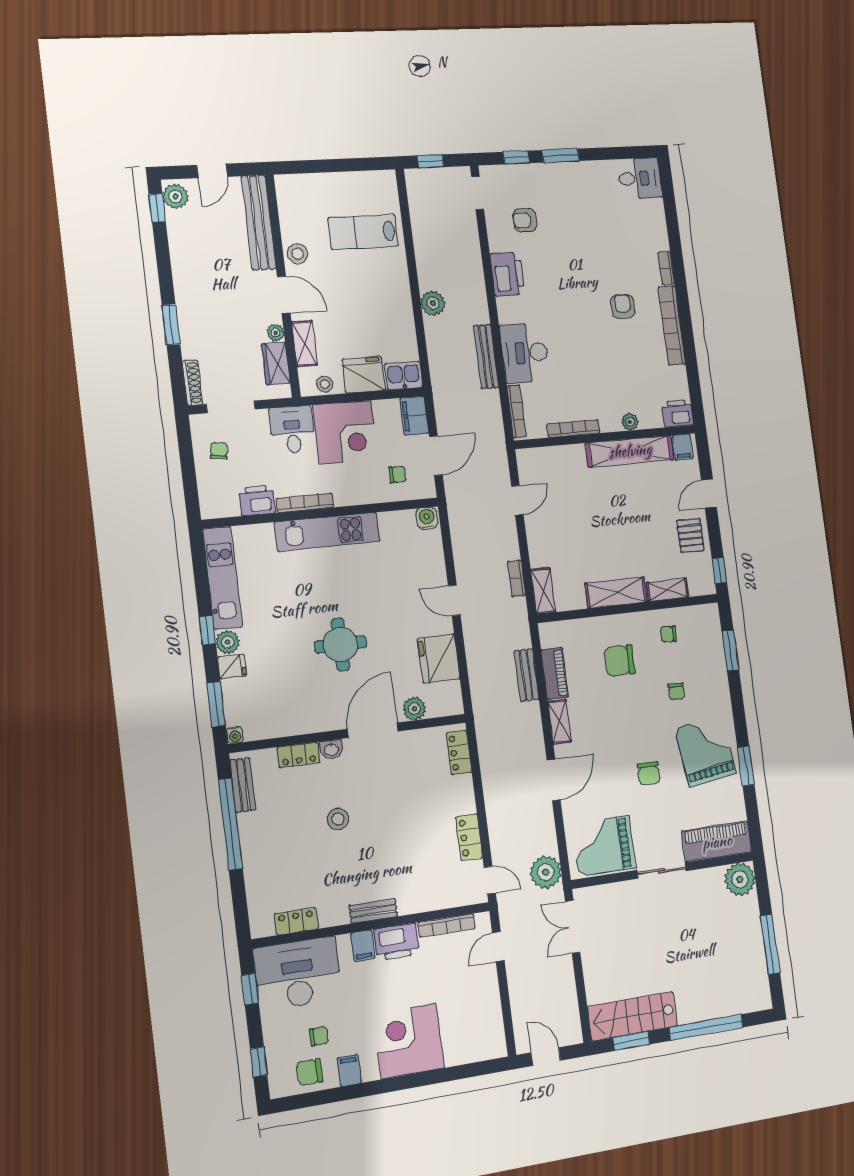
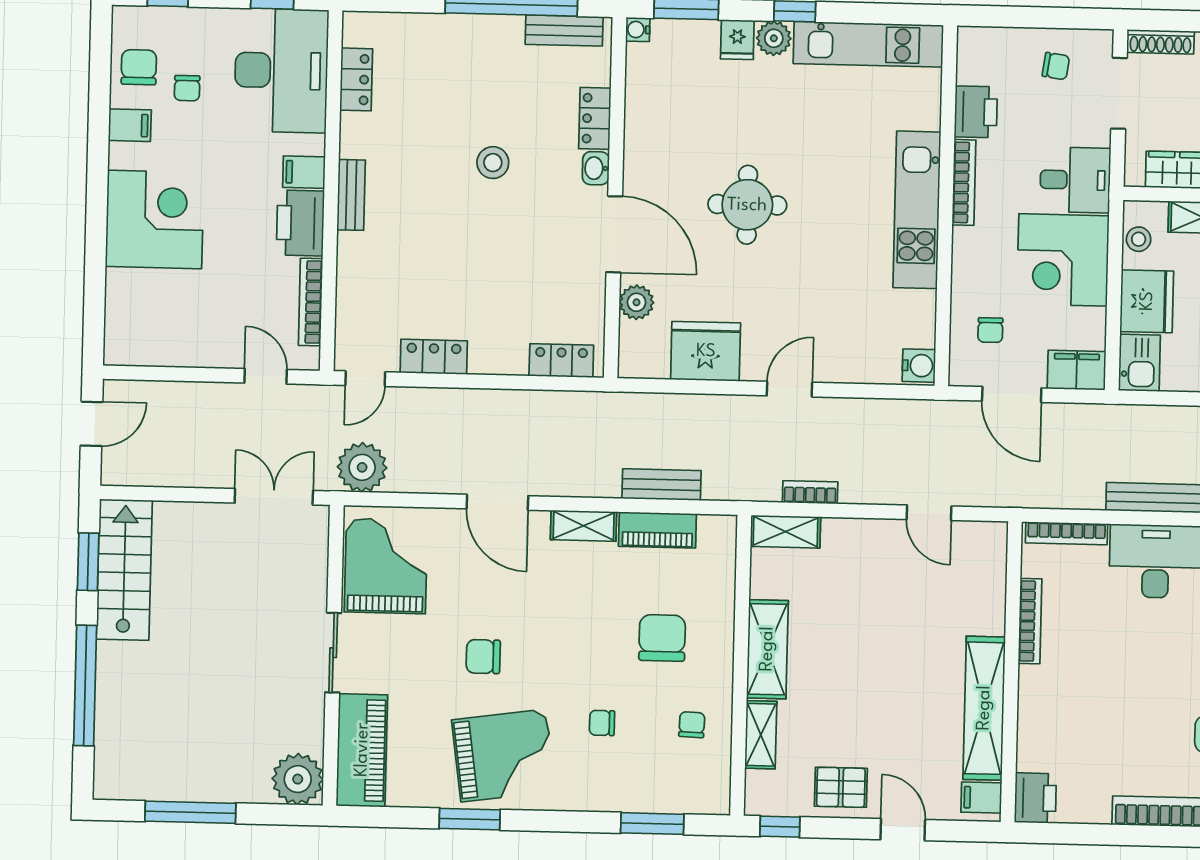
plant: (630, 422) -> (1030, 716), removed

